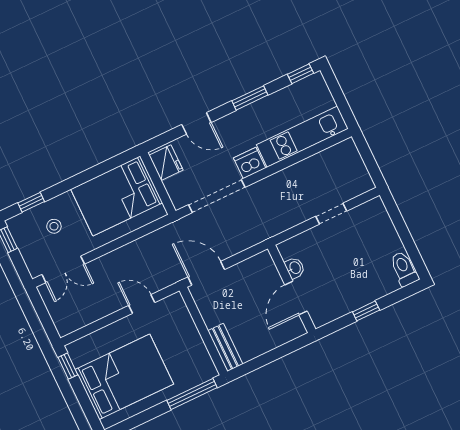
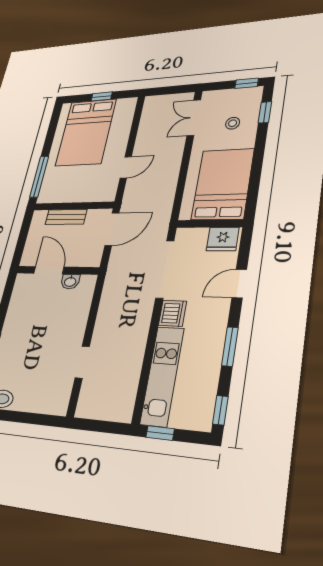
window: (344, 108) -> (160, 433), added
washbasin: (295, 268) -> (70, 282), moved
wall: (292, 289) -> (57, 270), moved
door: (296, 298) -> (49, 270), moved
bench: (225, 347) -> (66, 217), moved
window: (68, 366) -> (102, 96), moved

